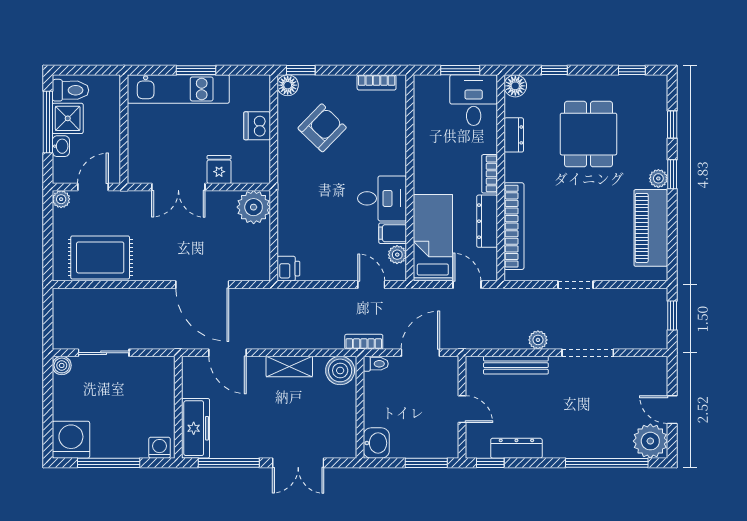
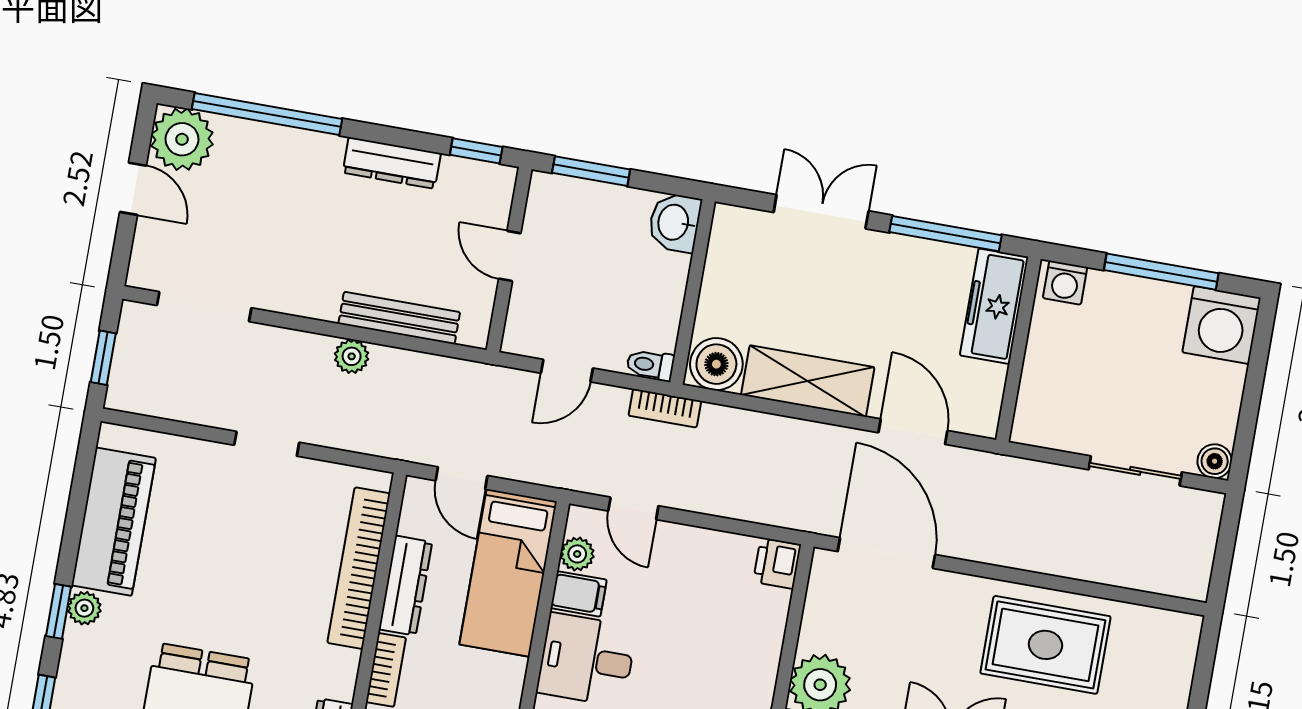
rug: (100, 257) -> (1045, 645), moved
door: (202, 285) -> (886, 553), moved
door: (420, 353) -> (567, 371), width x0.73
doorway: (588, 353) -> (204, 307), moved
shelving: (289, 367) -> (808, 381), width x1.50, depth x1.33
dresser: (516, 448) -> (392, 163), moved

